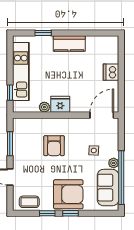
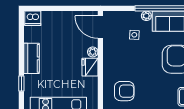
dishwasher: (111, 72) -> (33, 18), moved
plant: (44, 107) -> (93, 52), moved
armchair: (54, 146) -> (124, 91), moved

